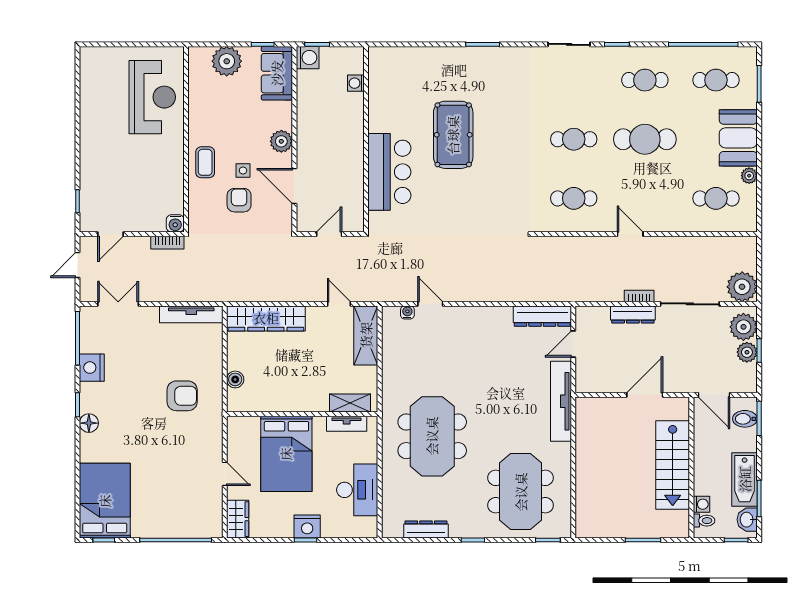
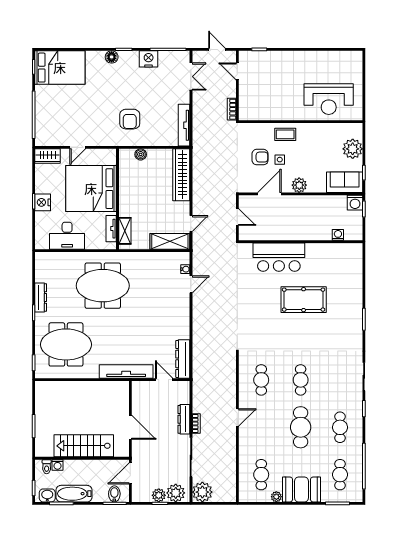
water cooler: (175, 223) -> (245, 114), removed
bed: (286, 454) -> (91, 189), width x1.36
dresser: (426, 529) -> (41, 297), moved

